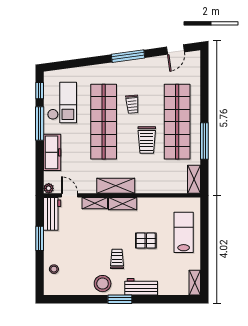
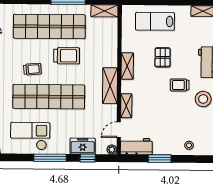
window: (40, 91) -> (88, 158), moved
freezer: (52, 152) -> (83, 146), width x0.71
shelving: (123, 204) -> (127, 66), moved

